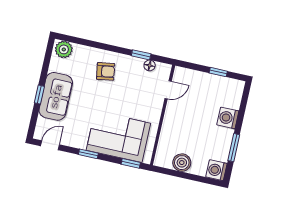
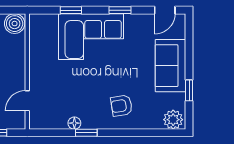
door: (168, 90) -> (27, 101), moved
window: (39, 95) -> (189, 90), moved
wall: (163, 115) -> (27, 71), moved

